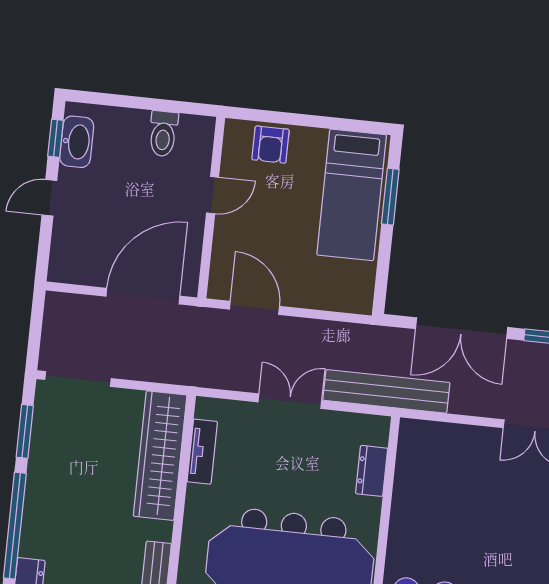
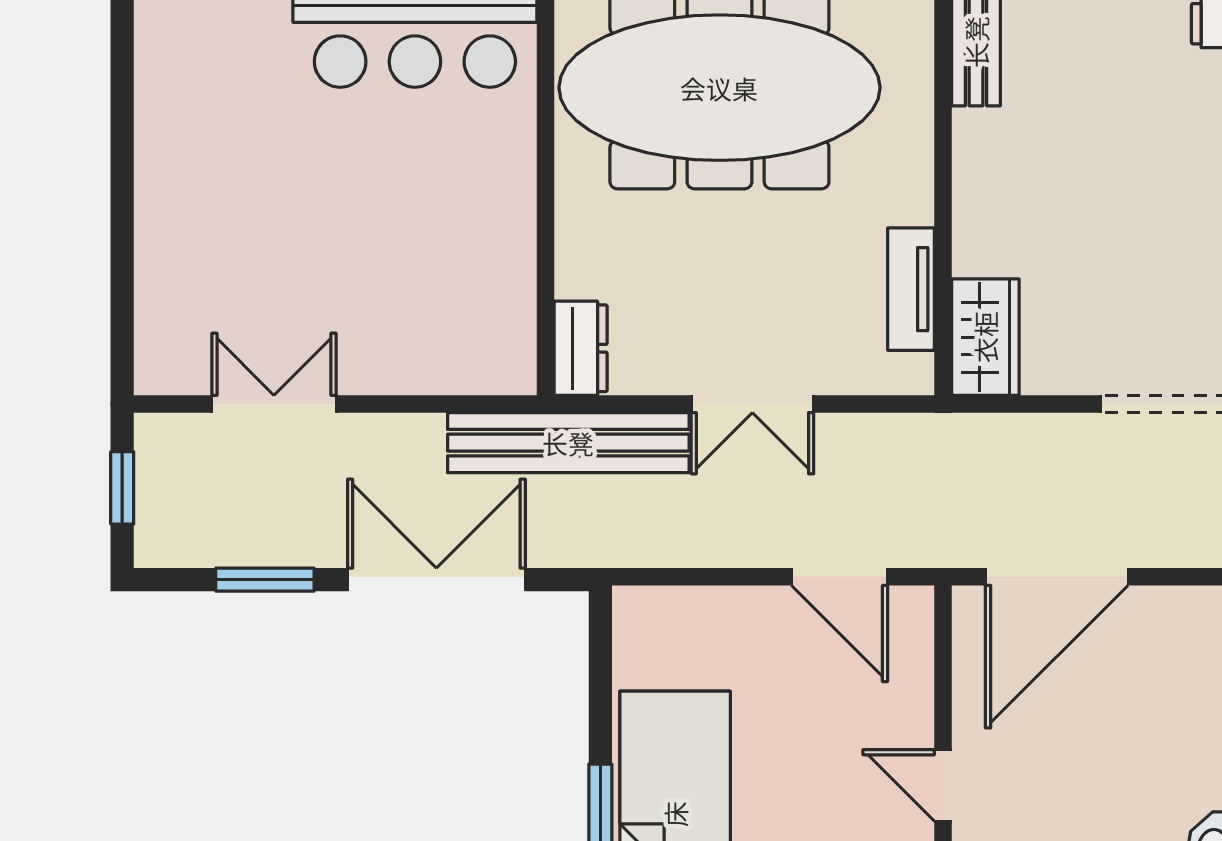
door: (213, 195) -> (943, 785), hinge flipped
wardrobe: (160, 456) -> (985, 337), width x0.48, depth x0.85
dresser: (372, 471) -> (581, 348), moved

